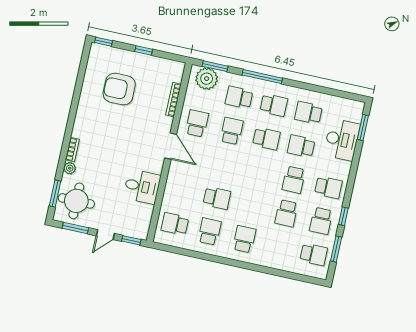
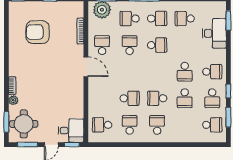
school desk: (301, 146) -> (157, 98), moved
desk: (142, 187) -> (71, 131), moved

